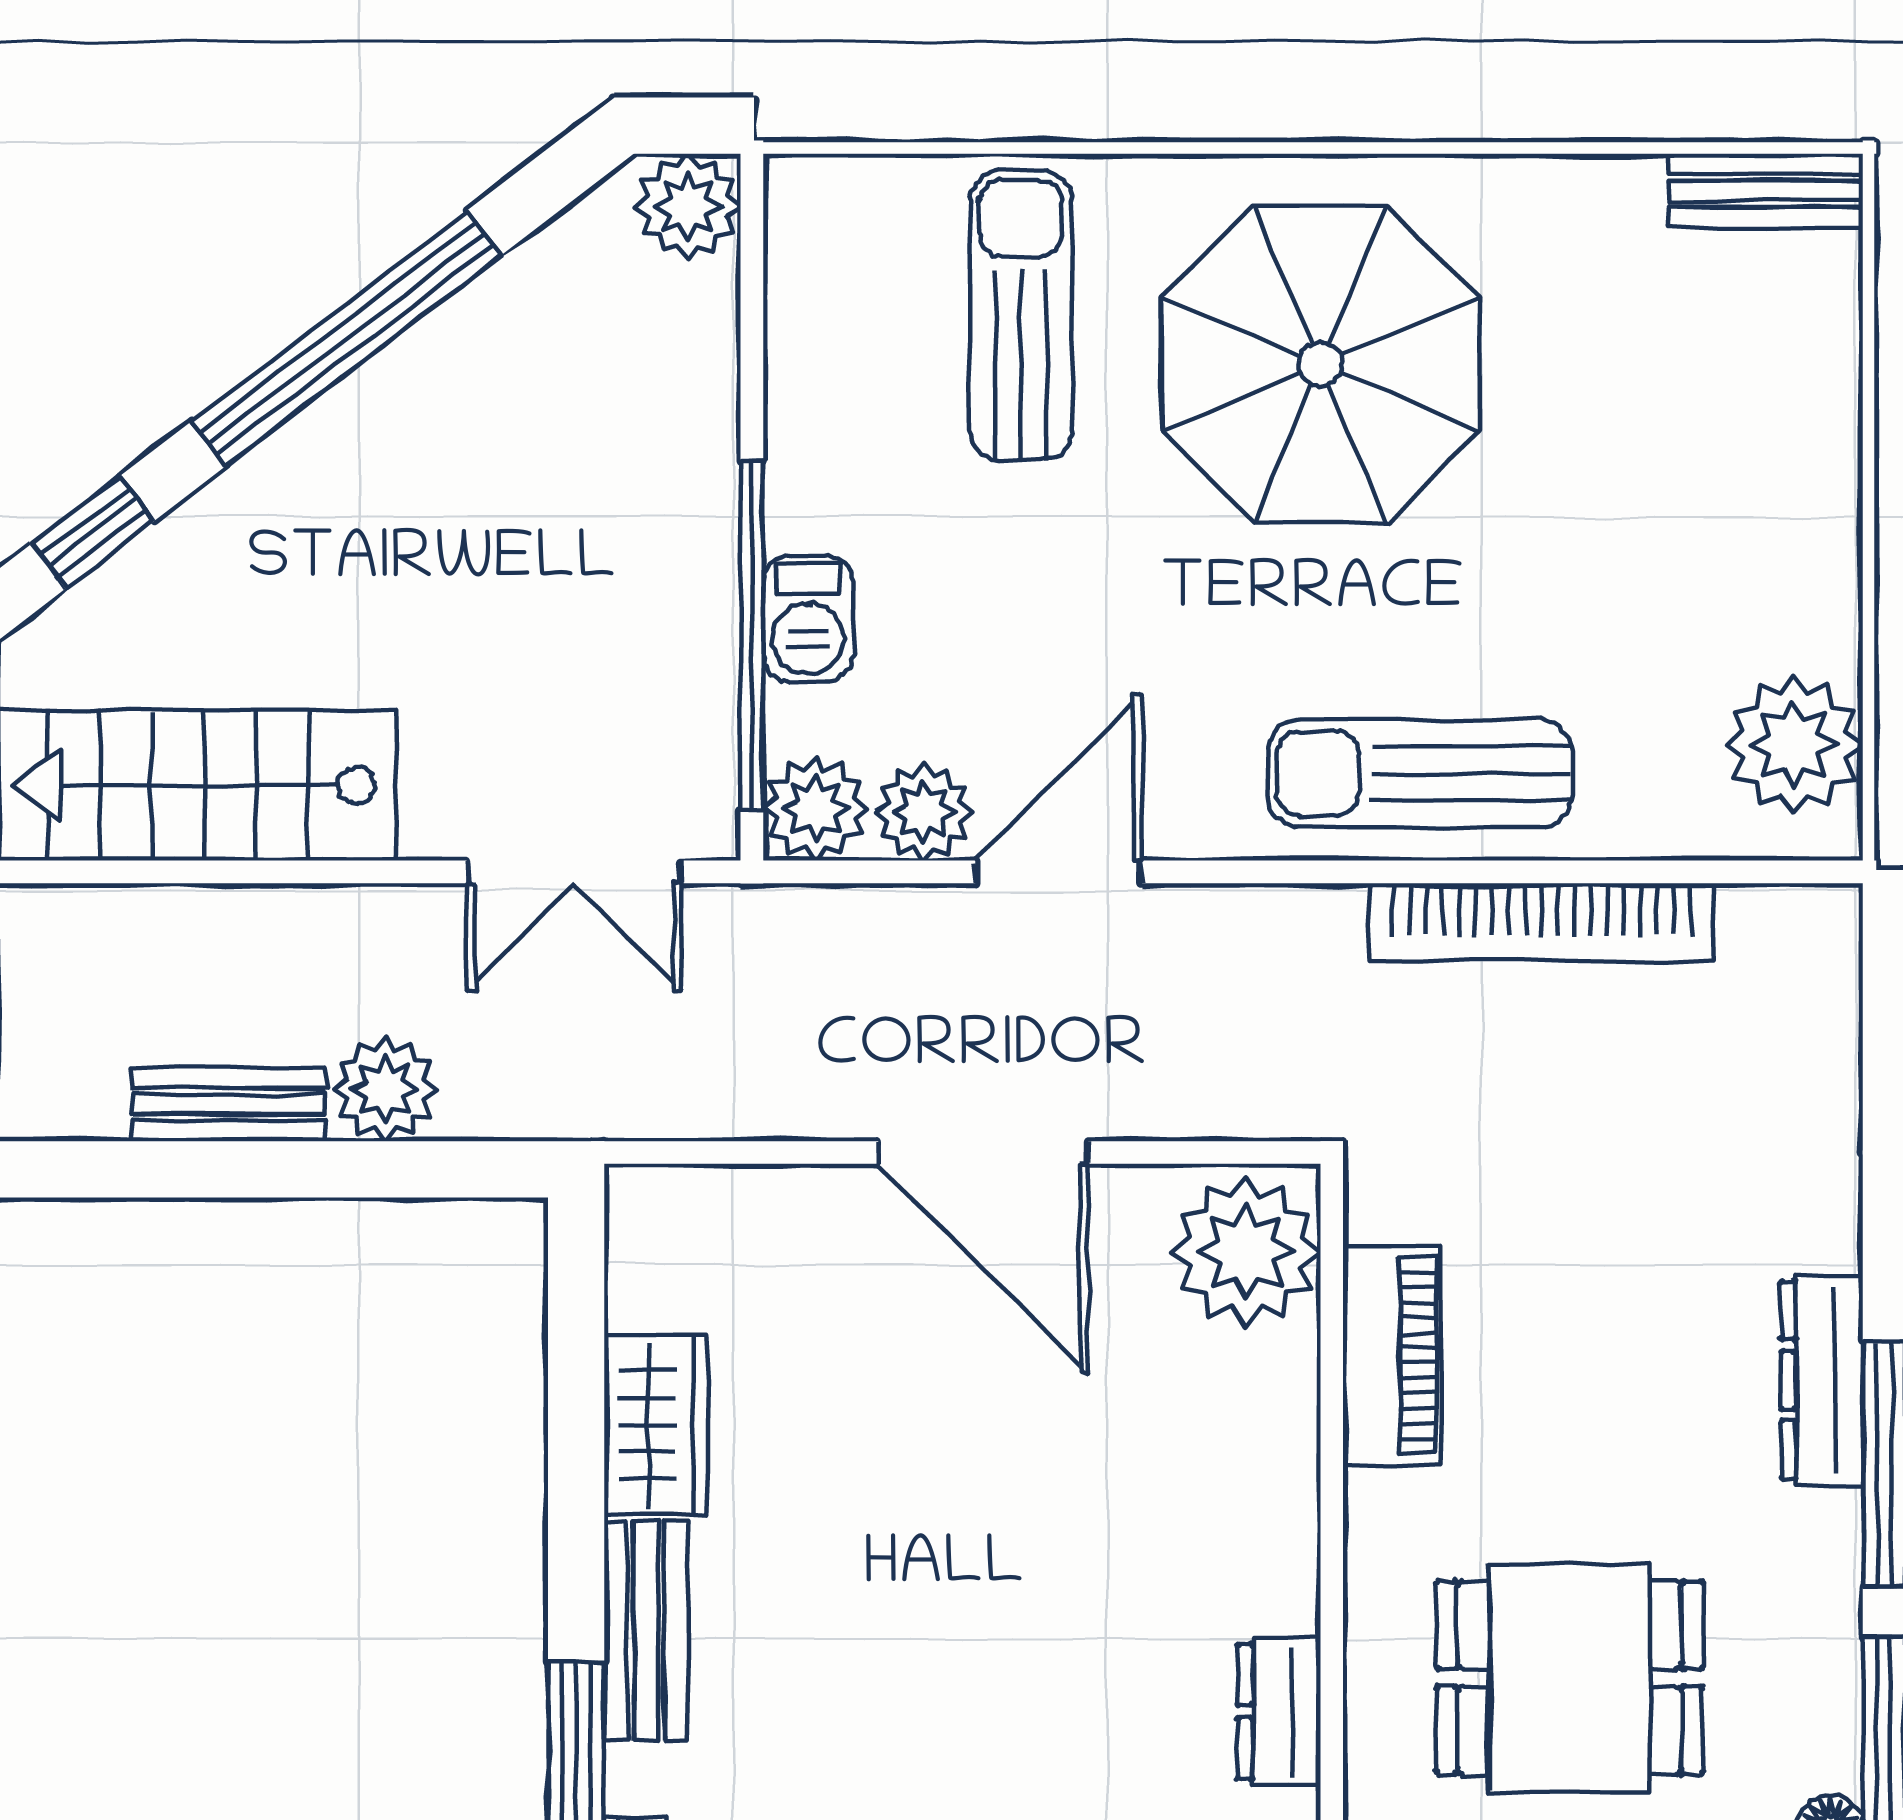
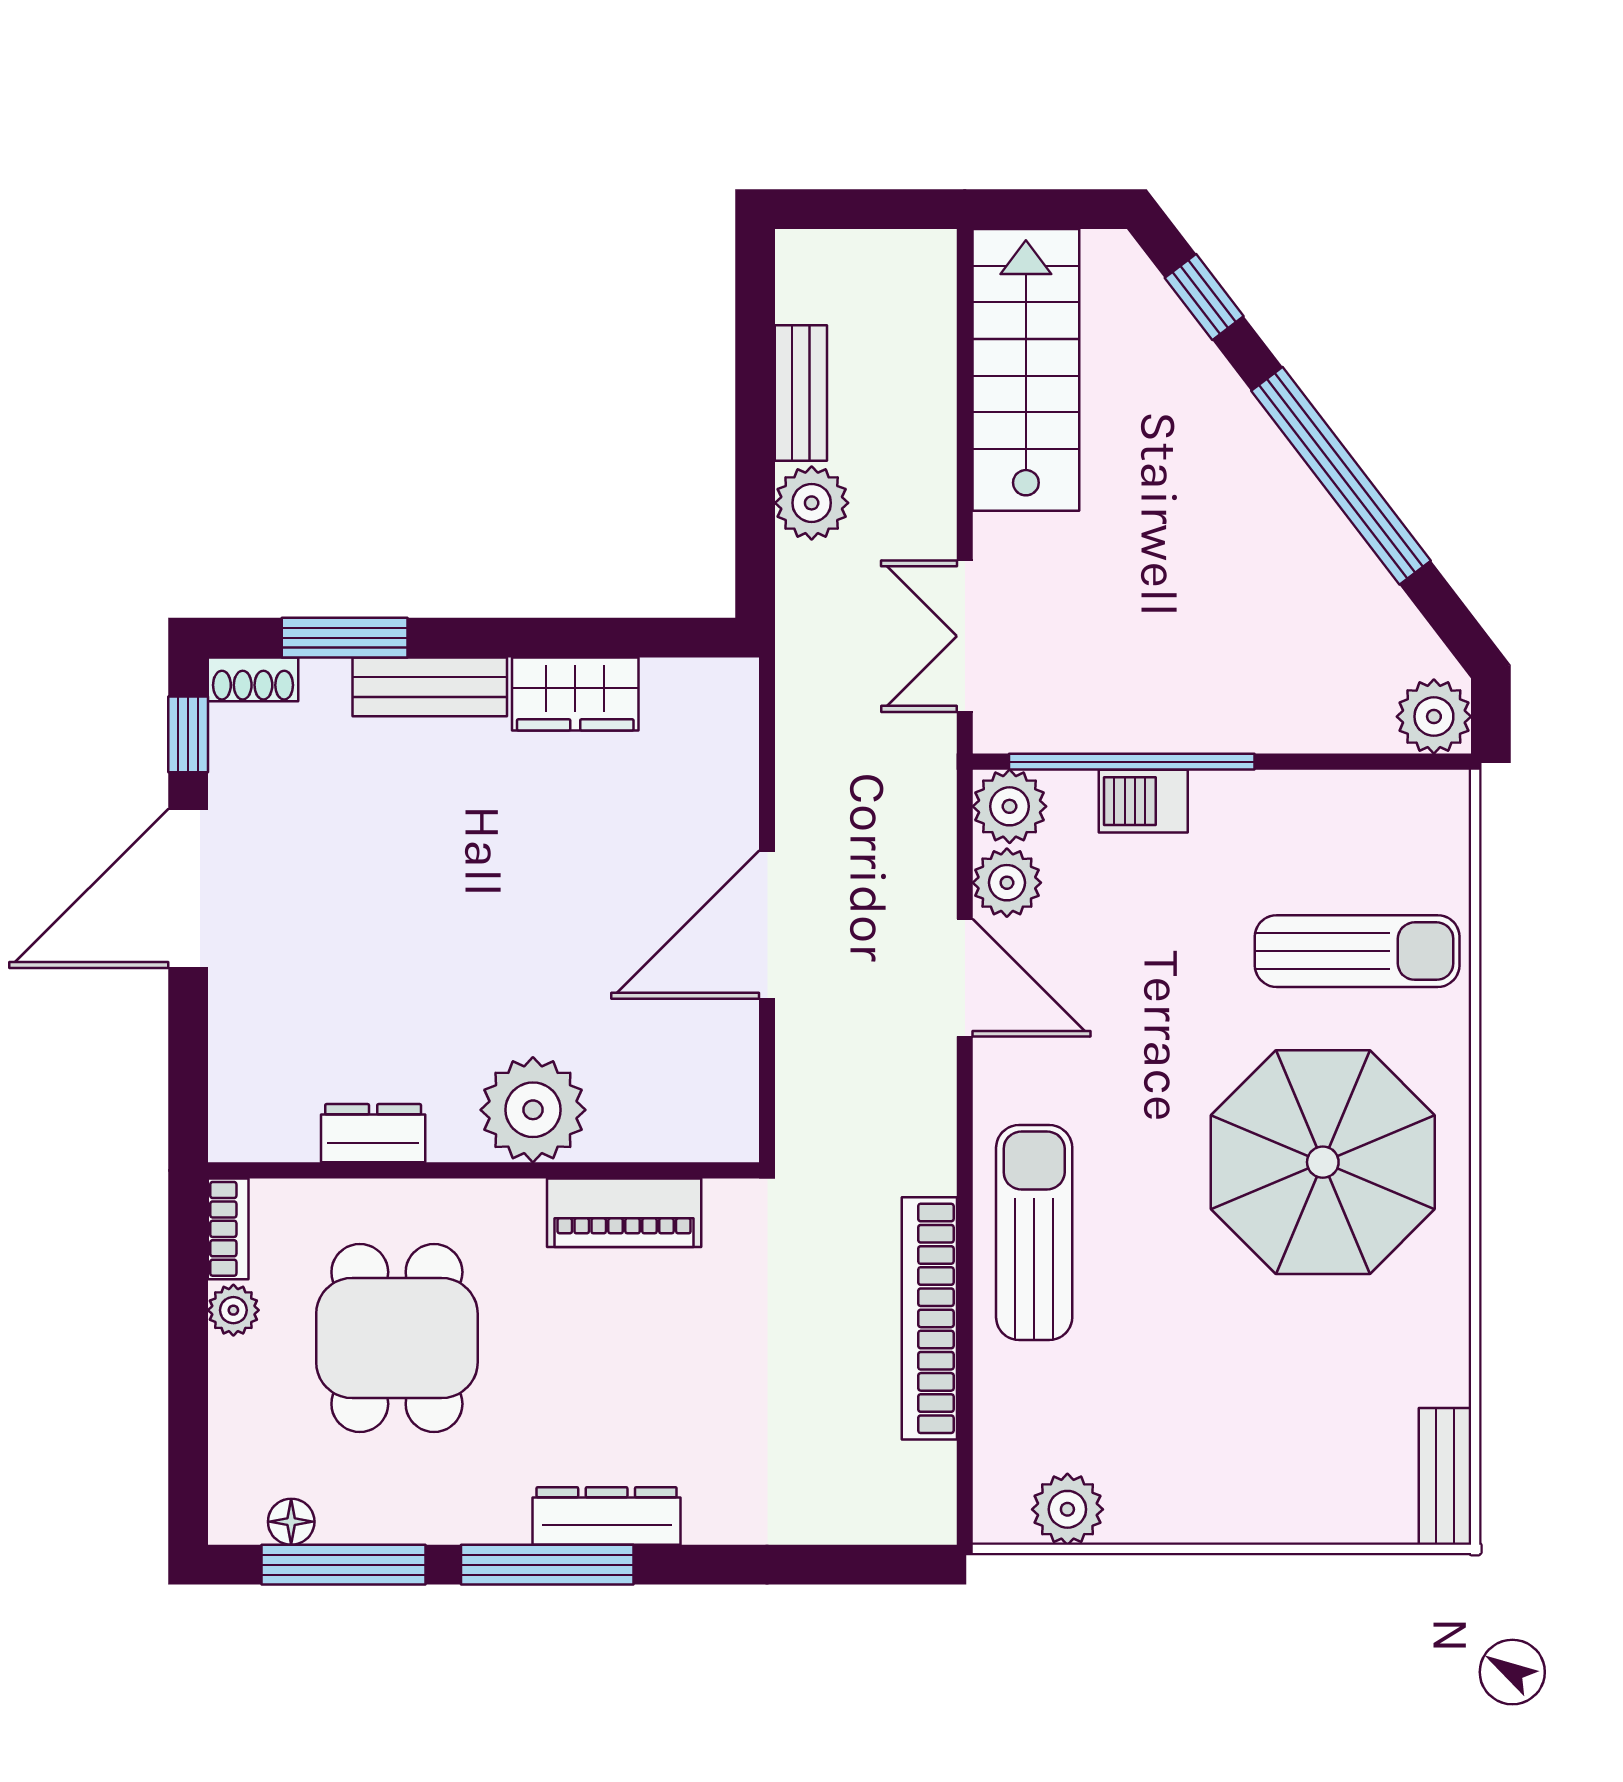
plant: (1794, 745) -> (1067, 1509), width x0.73, depth x0.73
plant: (1246, 1252) -> (533, 1110), moved

